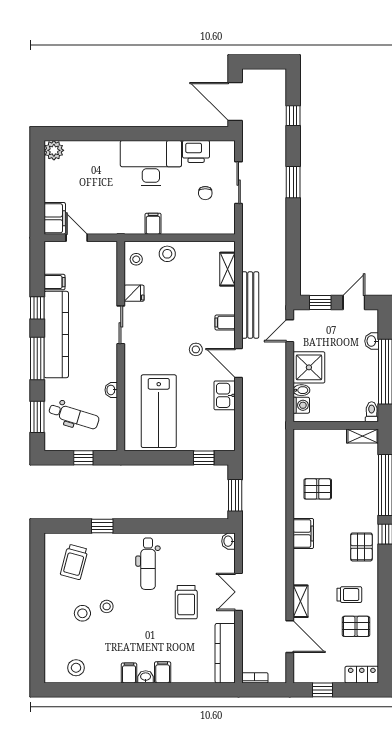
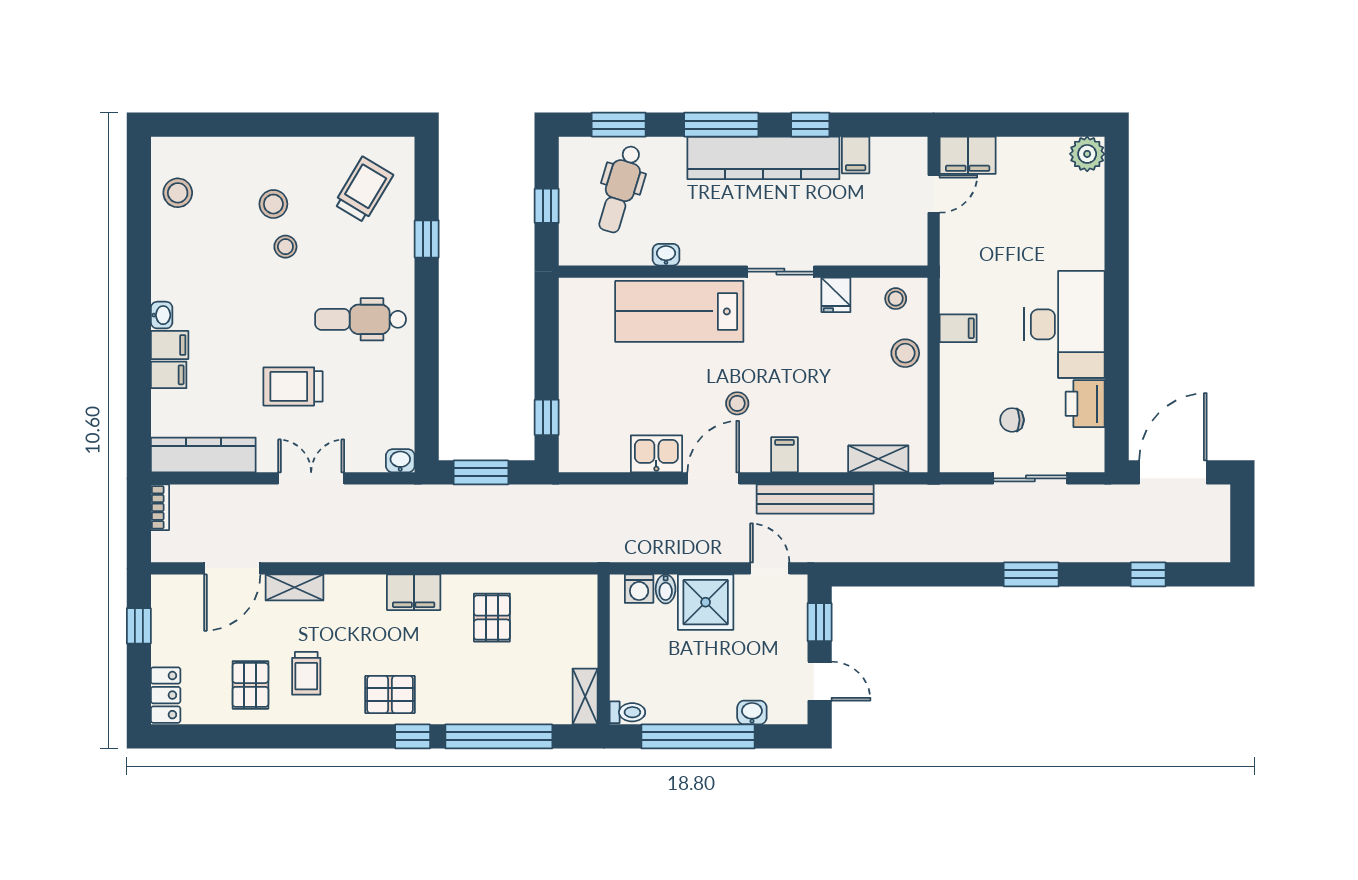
lab bench: (159, 411) -> (679, 311), moved
trolley: (74, 562) -> (364, 190), turned 106
filing cabinet: (129, 673) -> (169, 375), moved

